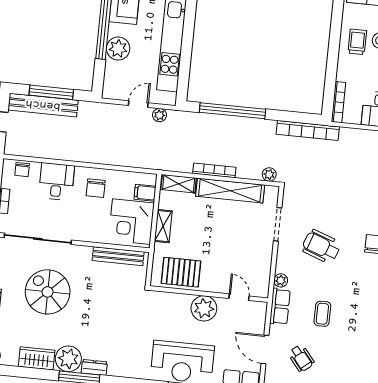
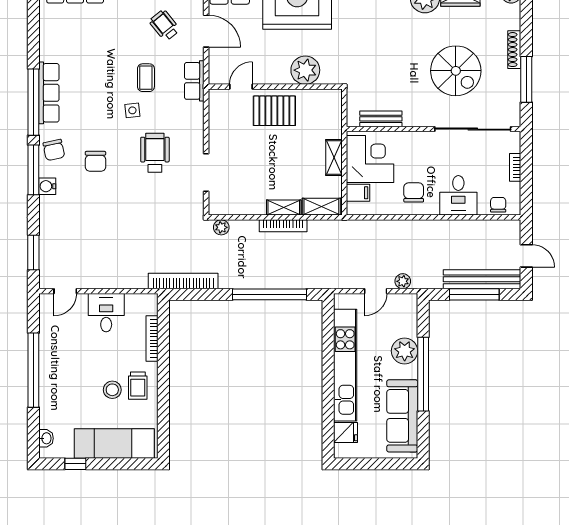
bookcase: (338, 102) -> (152, 339), moved
plant: (159, 115) -> (403, 281), moved
shelving: (230, 191) -> (284, 207), width x0.45, depth x0.75
wheelchair: (321, 247) -> (155, 153), turned -110
bench: (118, 256) -> (381, 119), width x0.73
pallet: (181, 272) -> (274, 111), moved
plant: (281, 280) -> (196, 110), removed
side table: (337, 286) -> (132, 110), added
door: (239, 297) -> (241, 87), swing flipped
plant: (204, 308) -> (305, 70), moved

